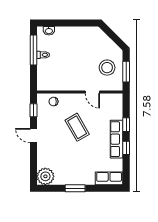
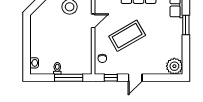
window: (33, 50) -> (69, 78), moved
coffee table: (77, 127) -> (127, 36), width x1.36, depth x1.32
window: (75, 188) -> (186, 25), moved

